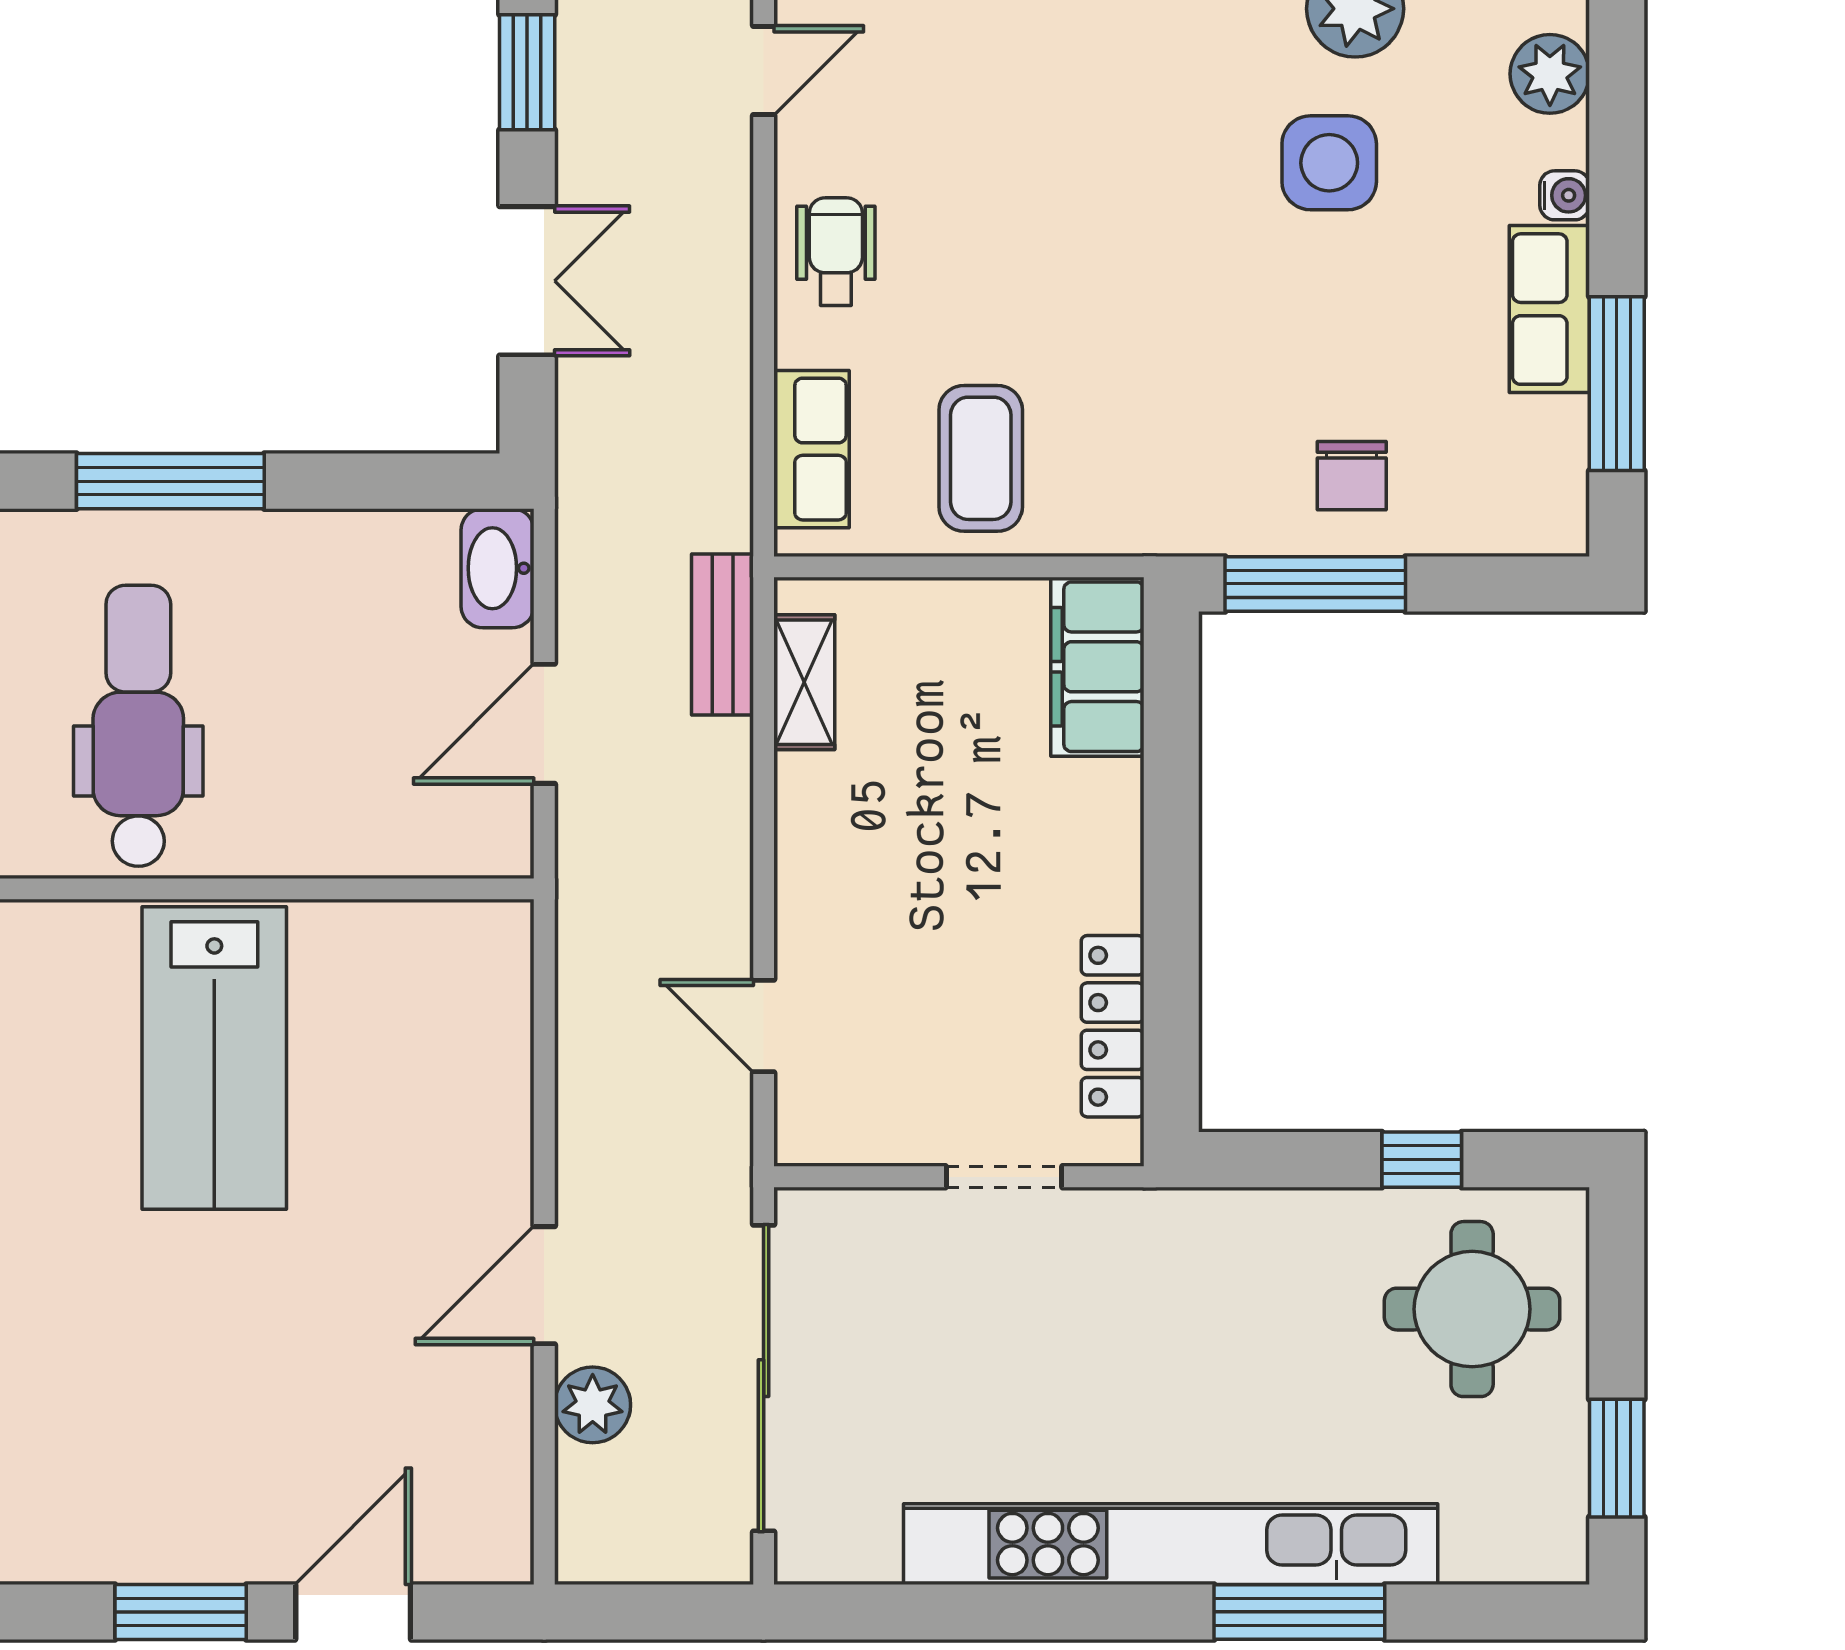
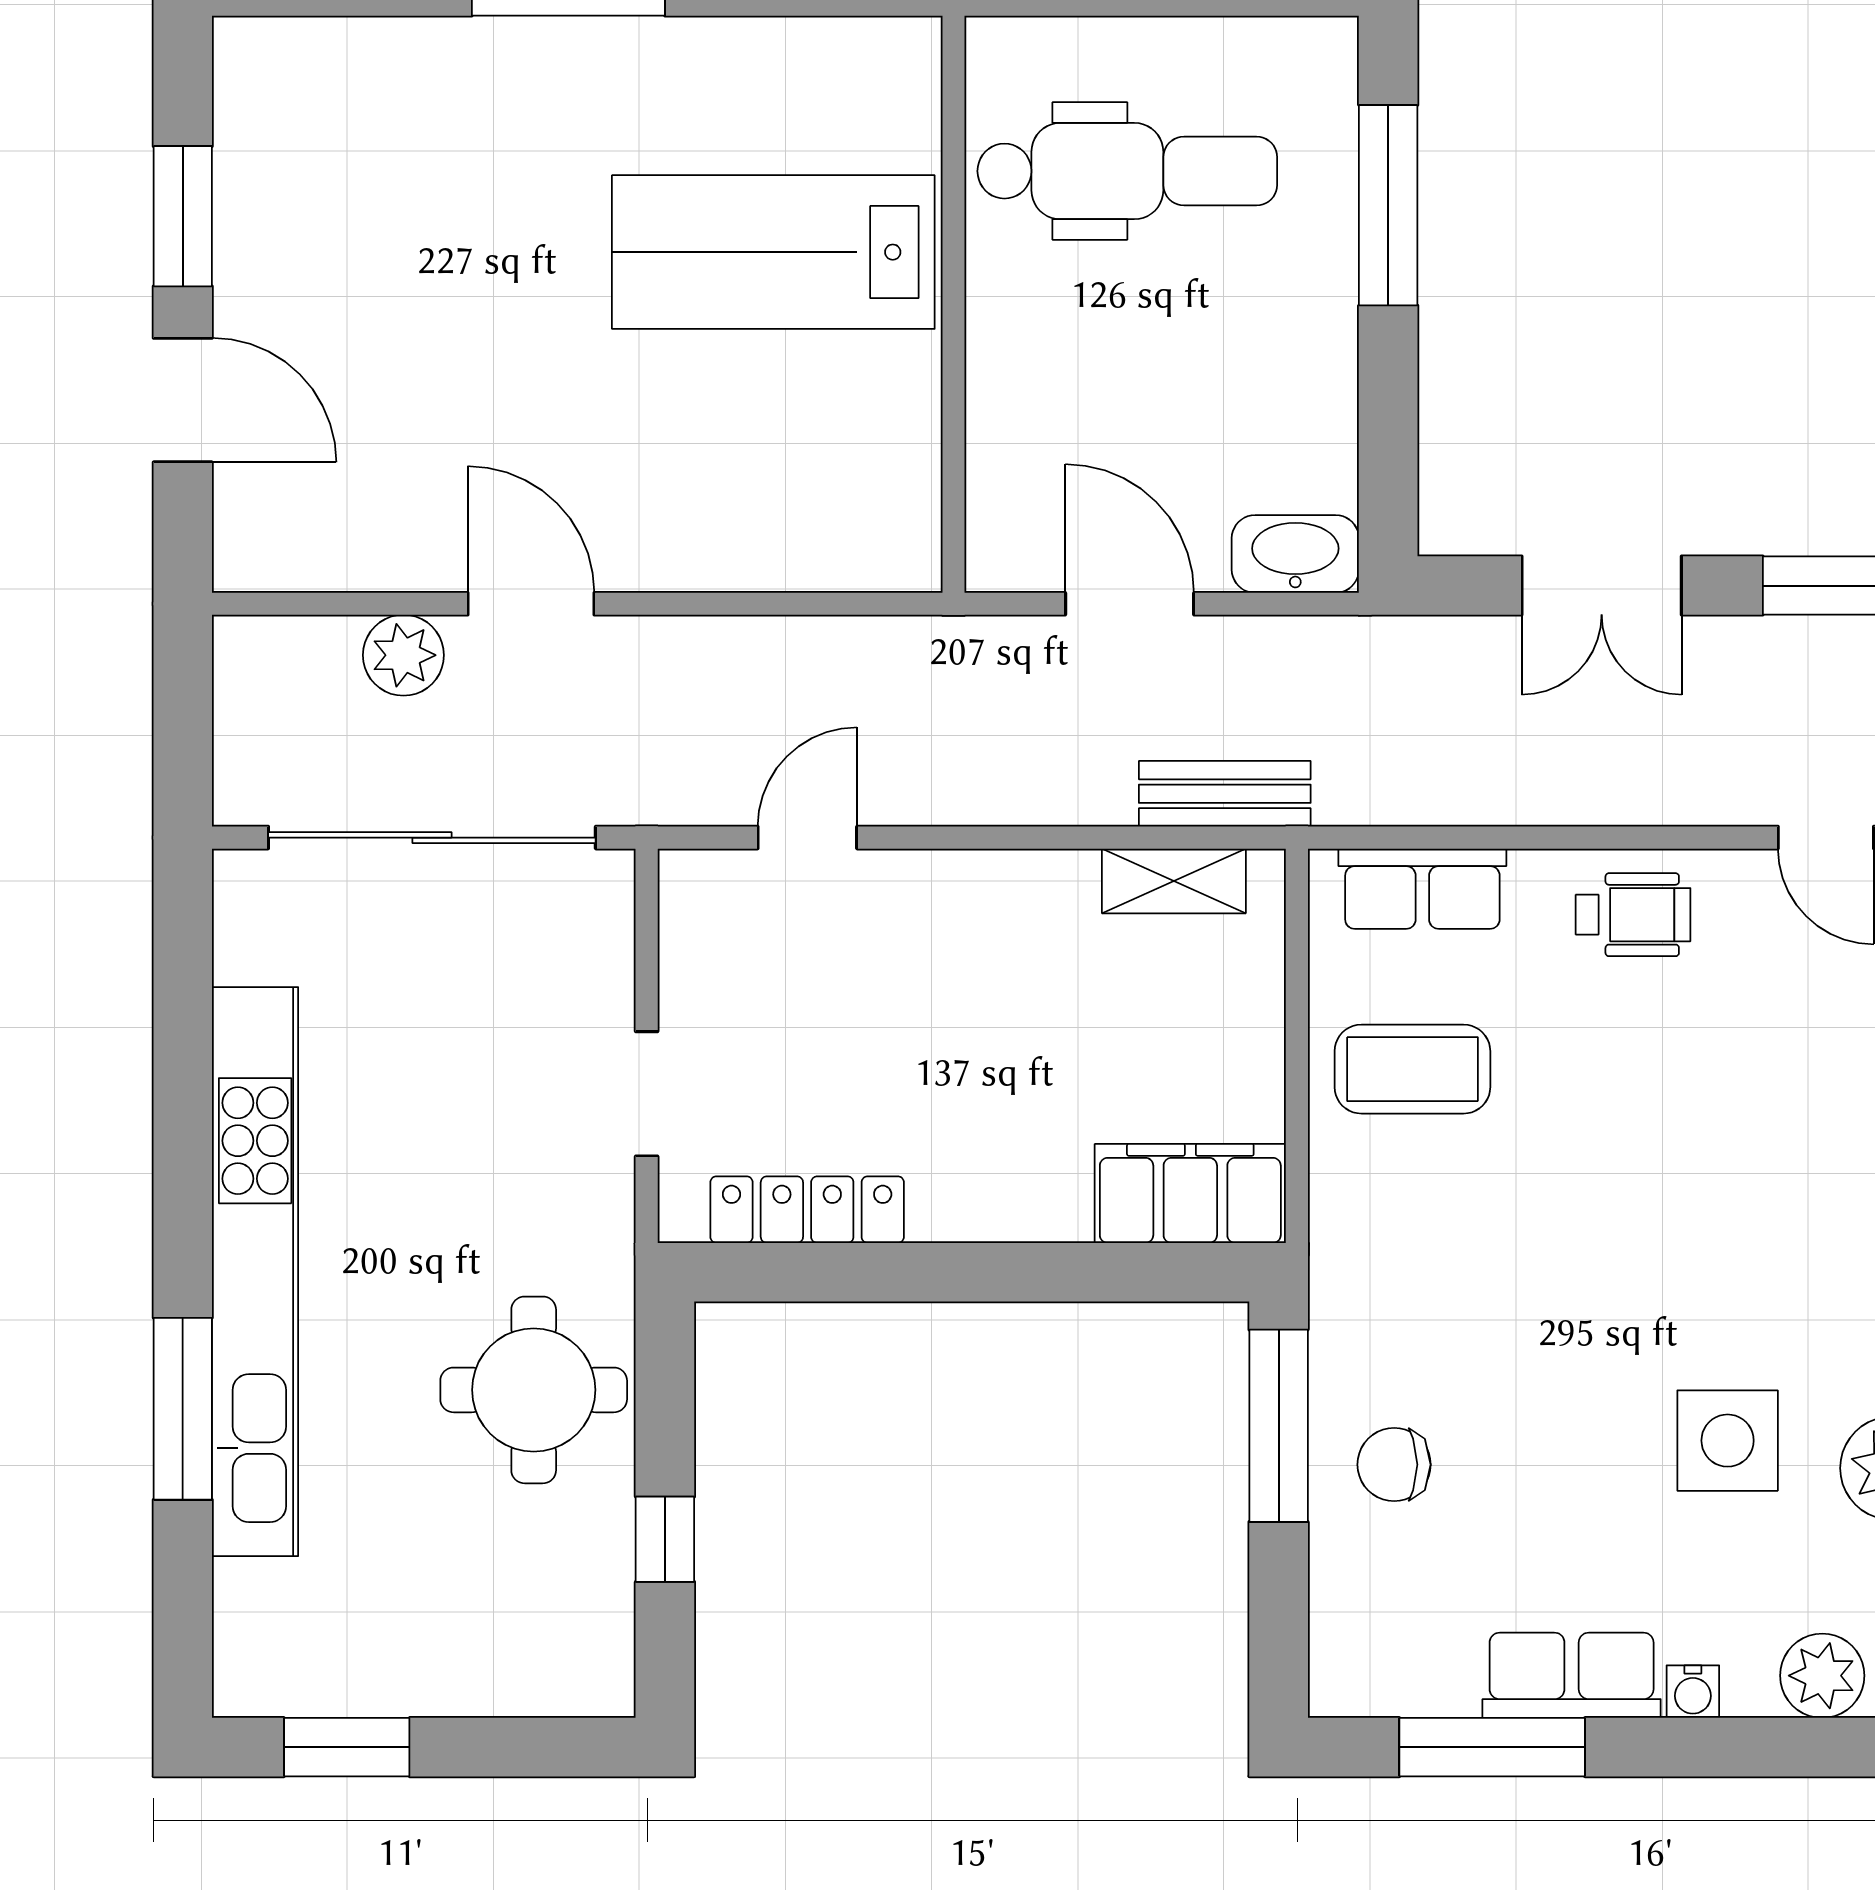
round table: (1472, 1309) -> (534, 1390), moved

